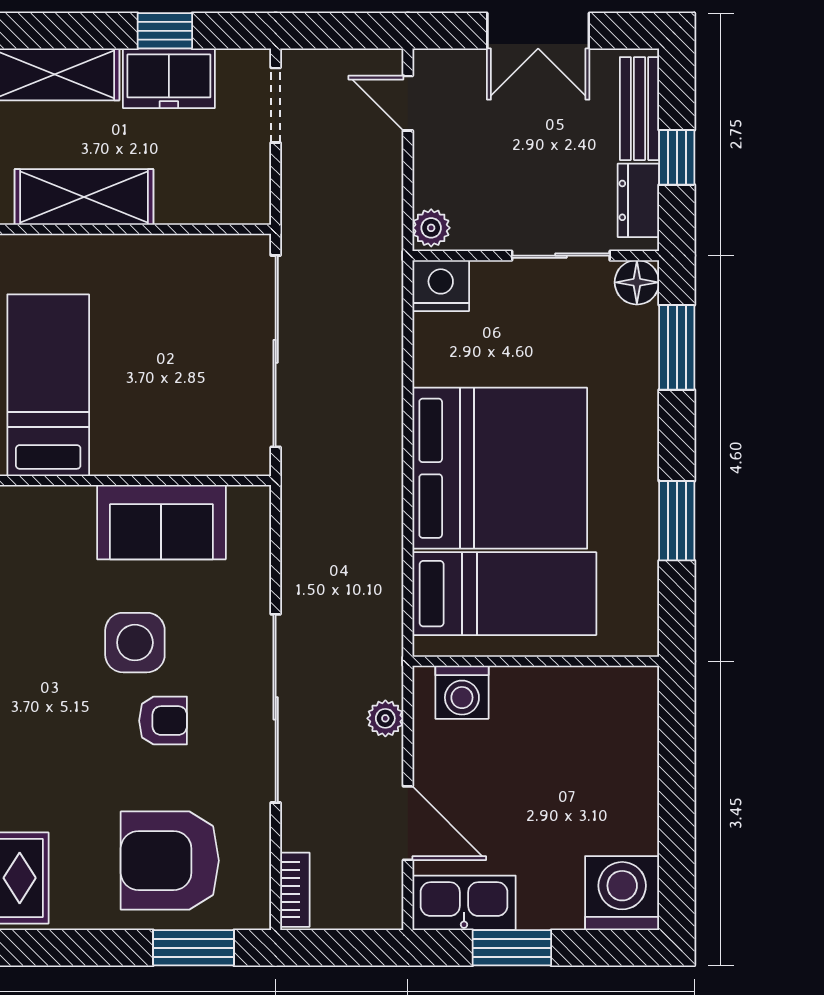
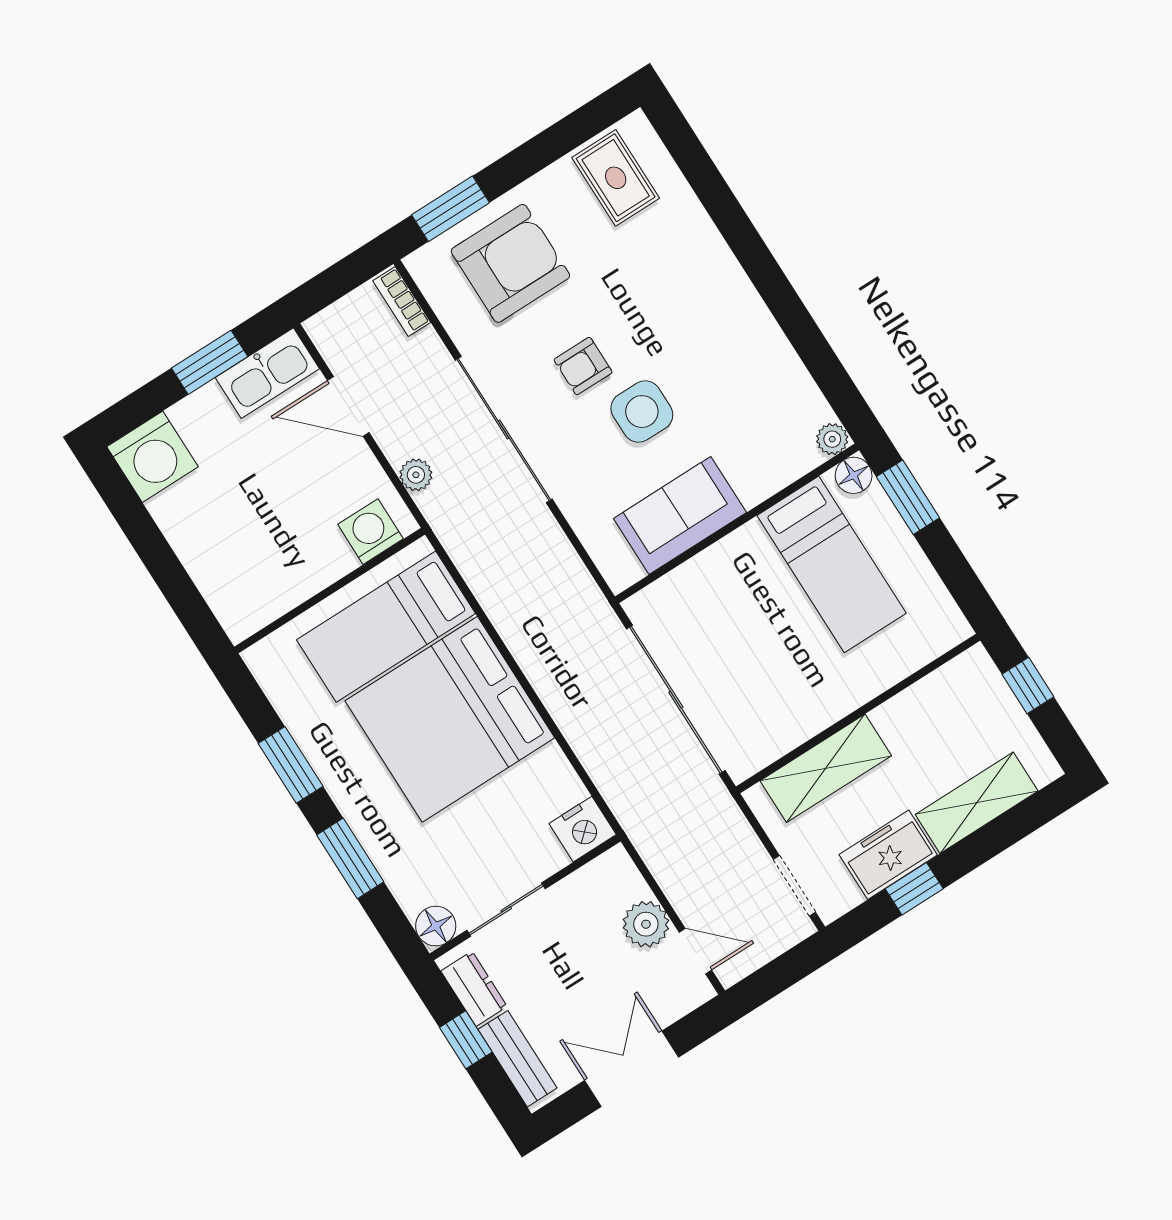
shelving: (84, 197) -> (826, 768), moved
plant: (431, 228) -> (646, 924), moved, width x1.38, depth x1.38
window: (677, 347) -> (350, 858), moved

